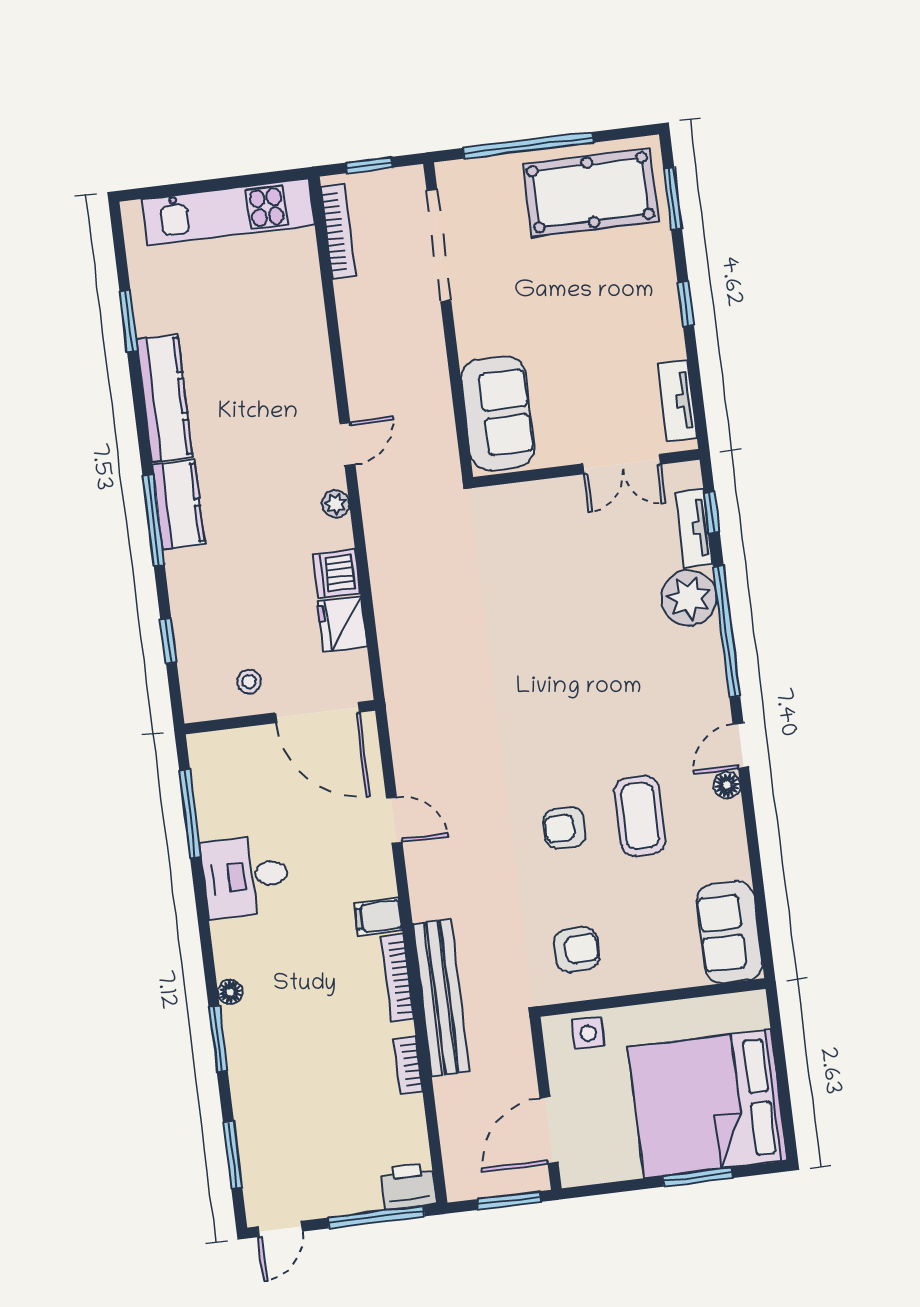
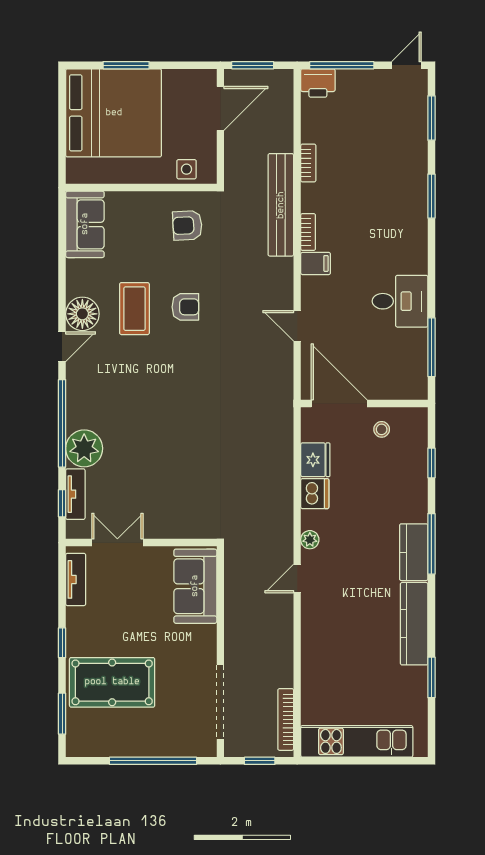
pool table: (590, 192) -> (112, 682), moved
floor lamp: (727, 785) -> (82, 314), width x1.89, depth x1.89
bookcase: (397, 978) -> (308, 232), width x0.64
floor lamp: (230, 992) -> (420, 226), removed

